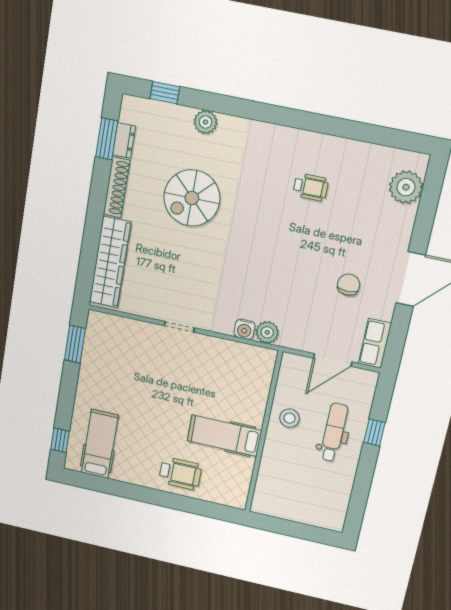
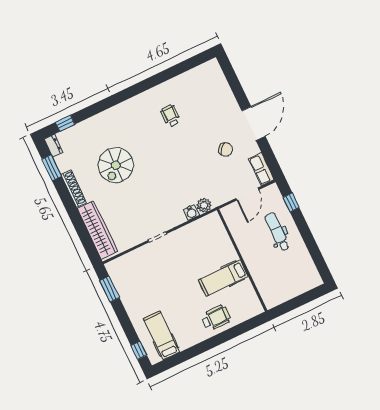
plant: (206, 122) -> (95, 123), removed
dresser: (124, 140) -> (53, 146), moved
wheelchair: (311, 187) -> (171, 116), turned -90
plant: (406, 187) -> (216, 81), removed
chair: (349, 285) -> (226, 149), turned 130
stool: (290, 418) -> (249, 242), removed
window: (374, 432) -> (291, 202), moved

